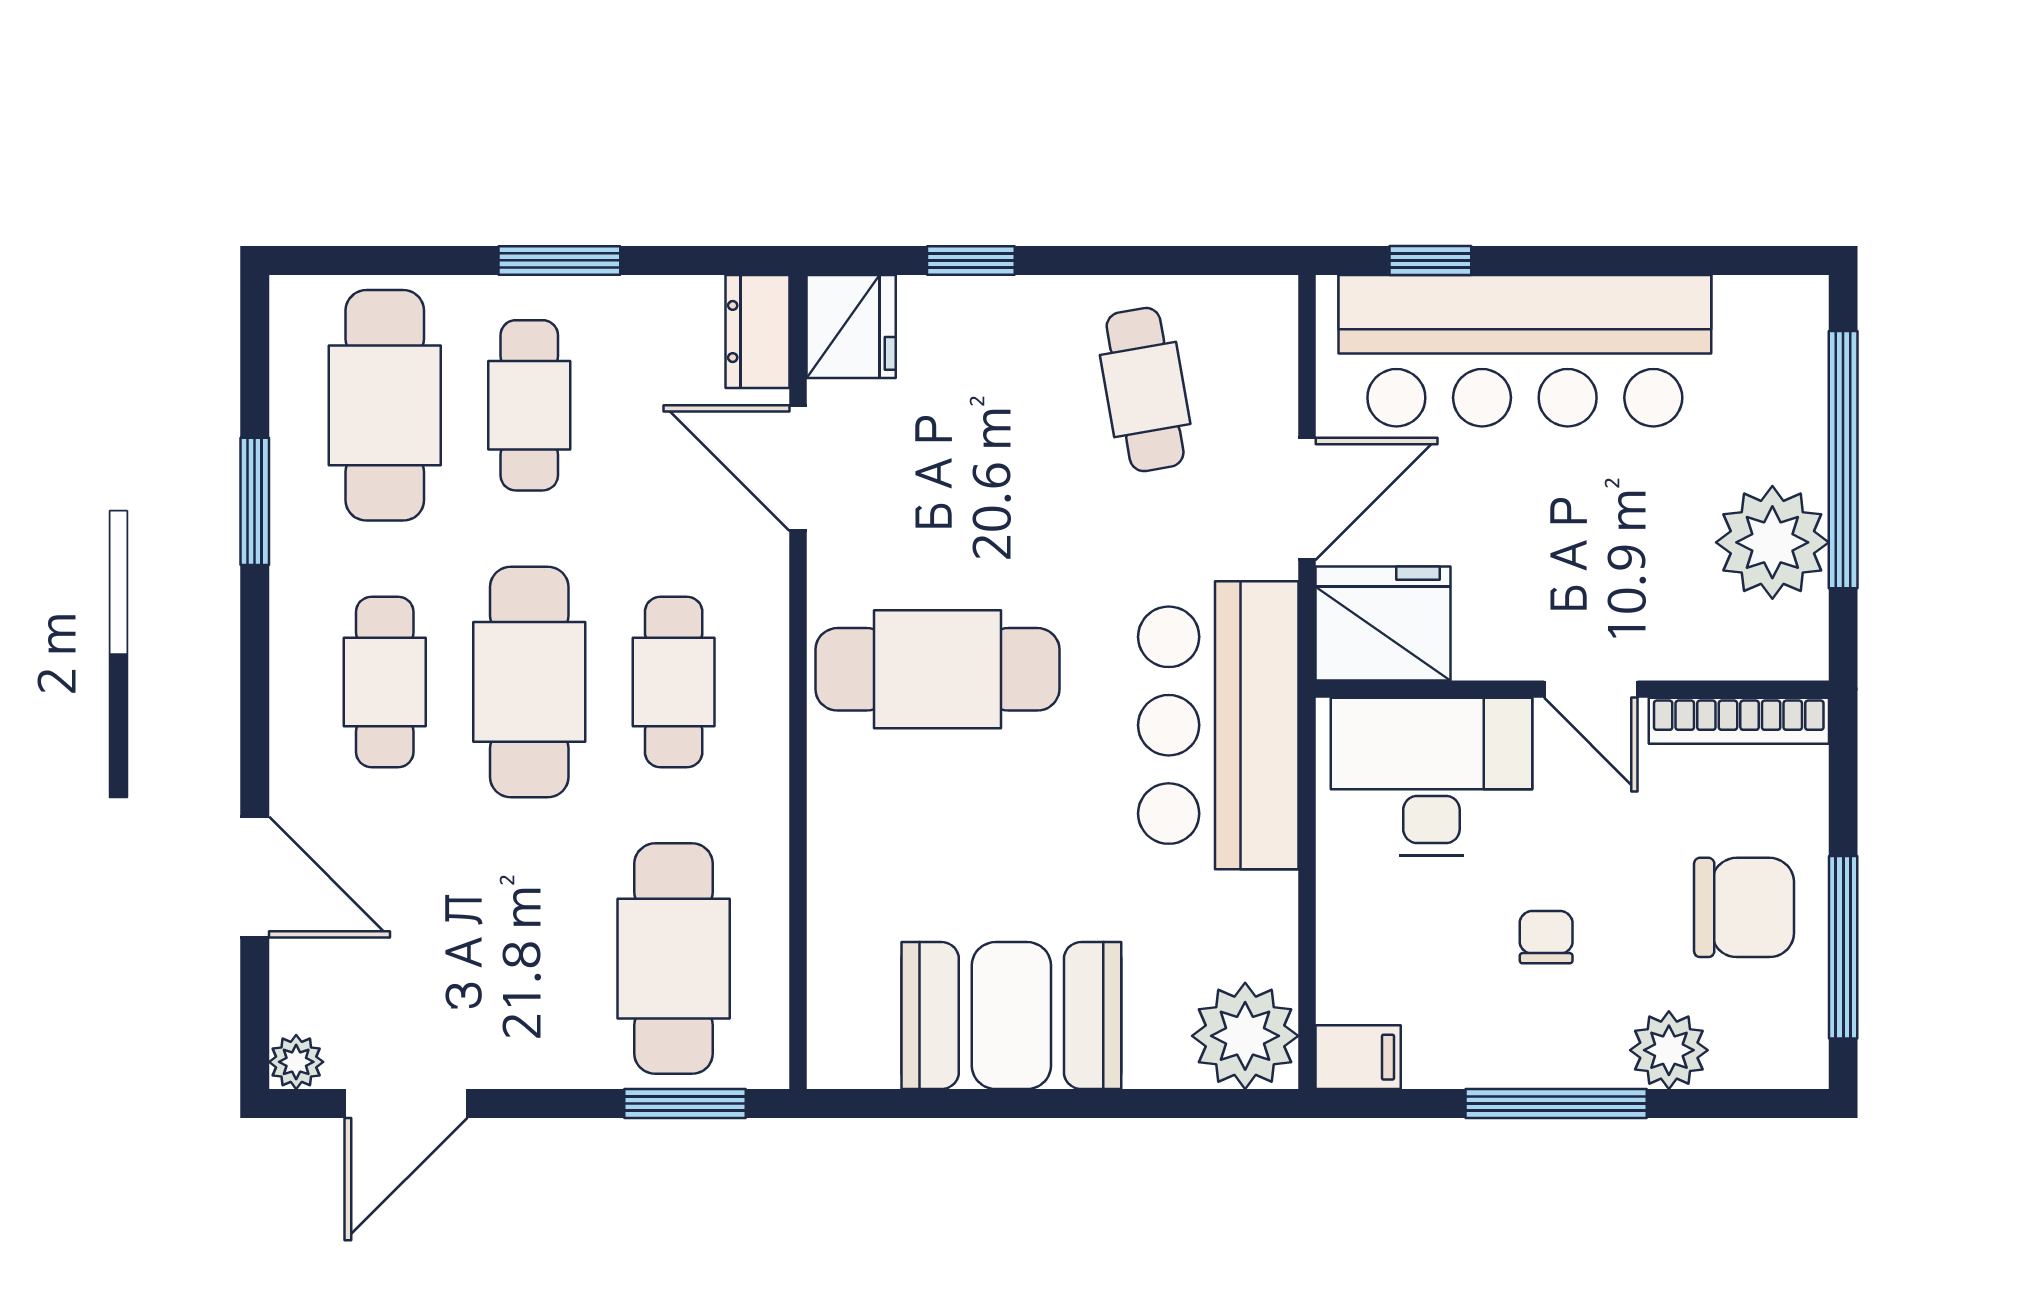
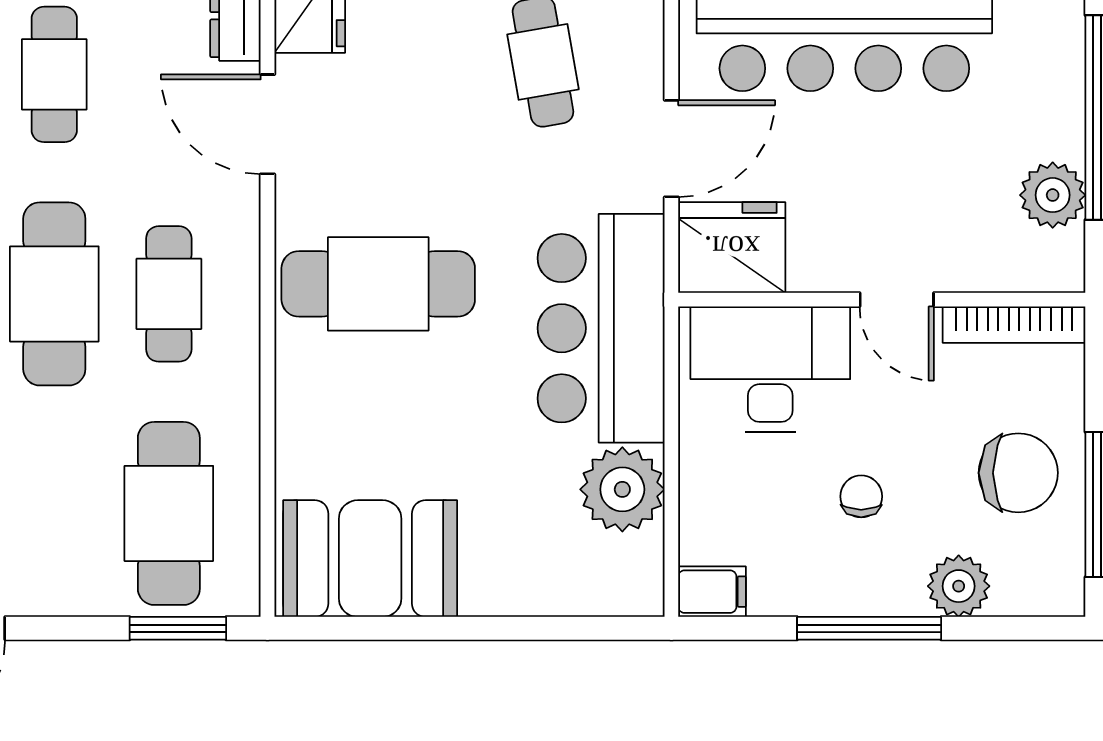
plant: (1772, 542) -> (1053, 195), width x0.73, depth x0.73
booth: (1011, 1016) -> (370, 559), moved
plant: (1245, 1036) -> (622, 489), moved

